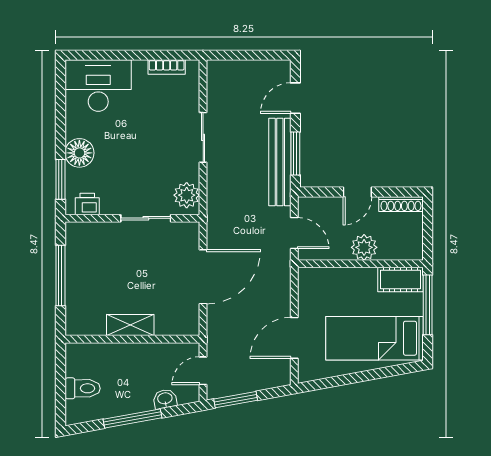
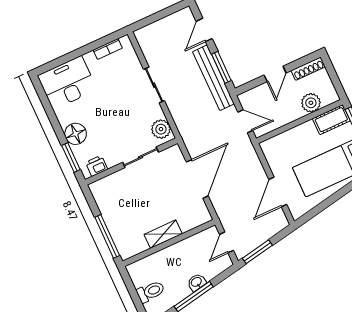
plant: (364, 247) -> (311, 103), moved
window: (60, 276) -> (107, 236), moved
washbasin: (165, 399) -> (197, 282), moved

